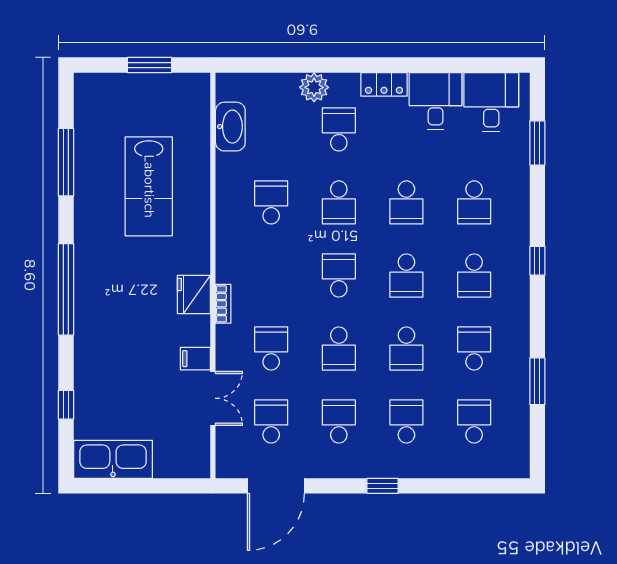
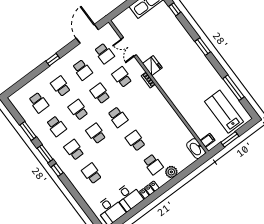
washbasin: (230, 127) -> (196, 149), moved
window: (537, 143) -> (45, 154), moved
lab bench: (149, 186) -> (224, 112), moved
school desk: (271, 202) -> (157, 124), removed
school desk: (406, 202) -> (114, 157), removed
window: (66, 289) -> (203, 47), width x0.47
fridge: (194, 294) -> (152, 66), moved
school desk: (271, 349) -> (122, 77), turned 180
filing cabinet: (195, 359) -> (208, 140), moved
school desk: (406, 422) -> (61, 86), turned 180

